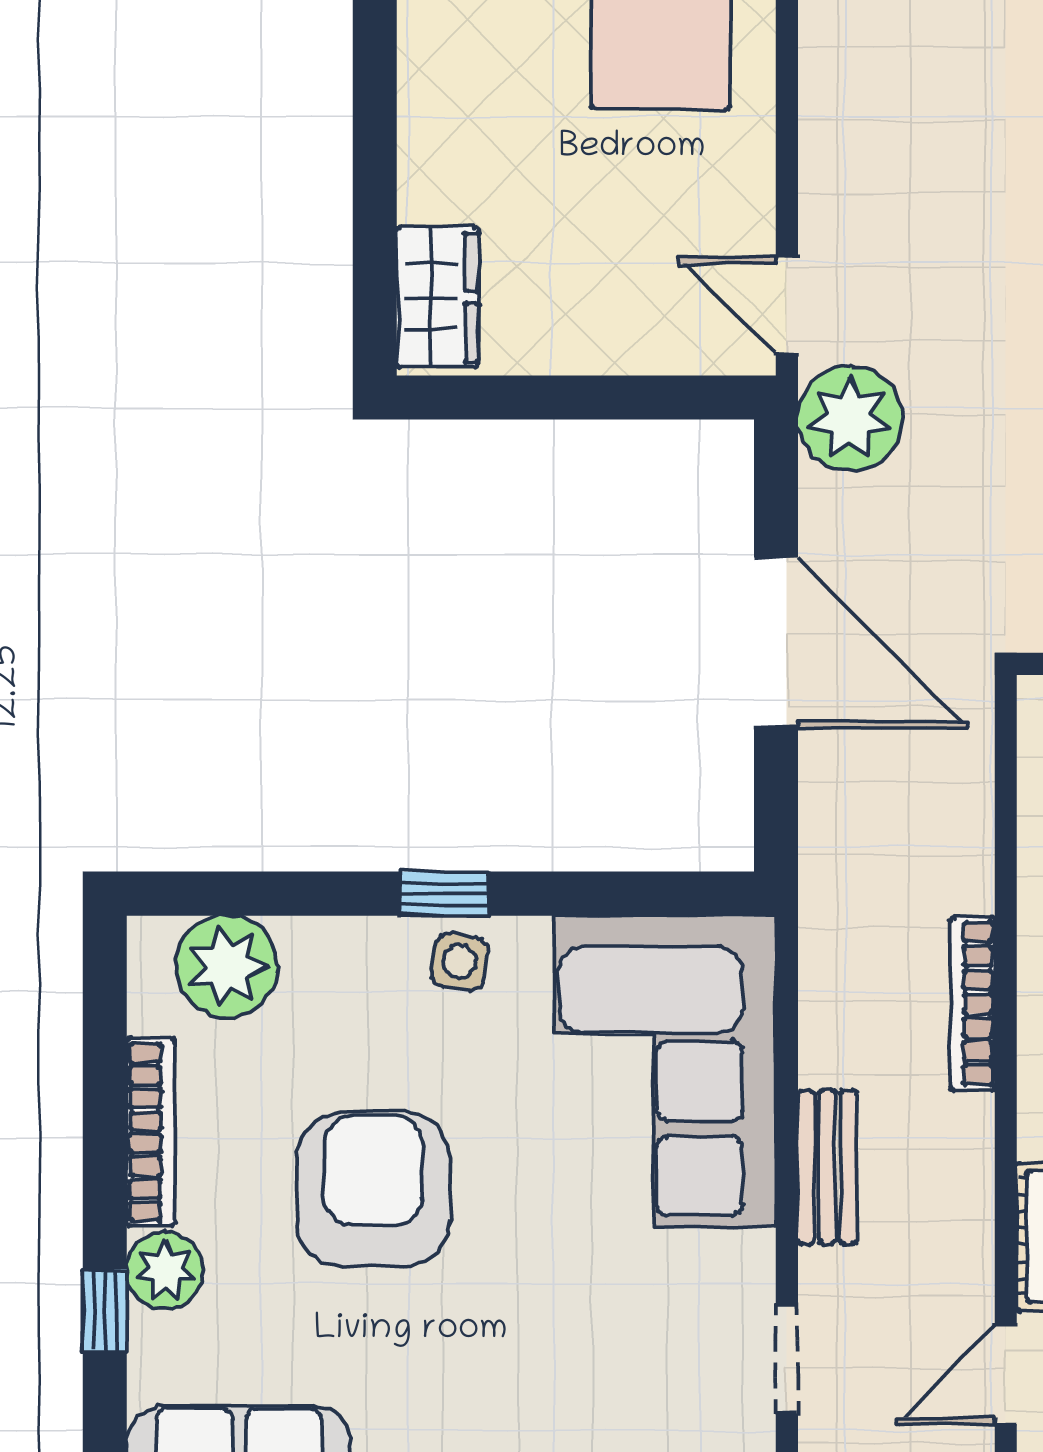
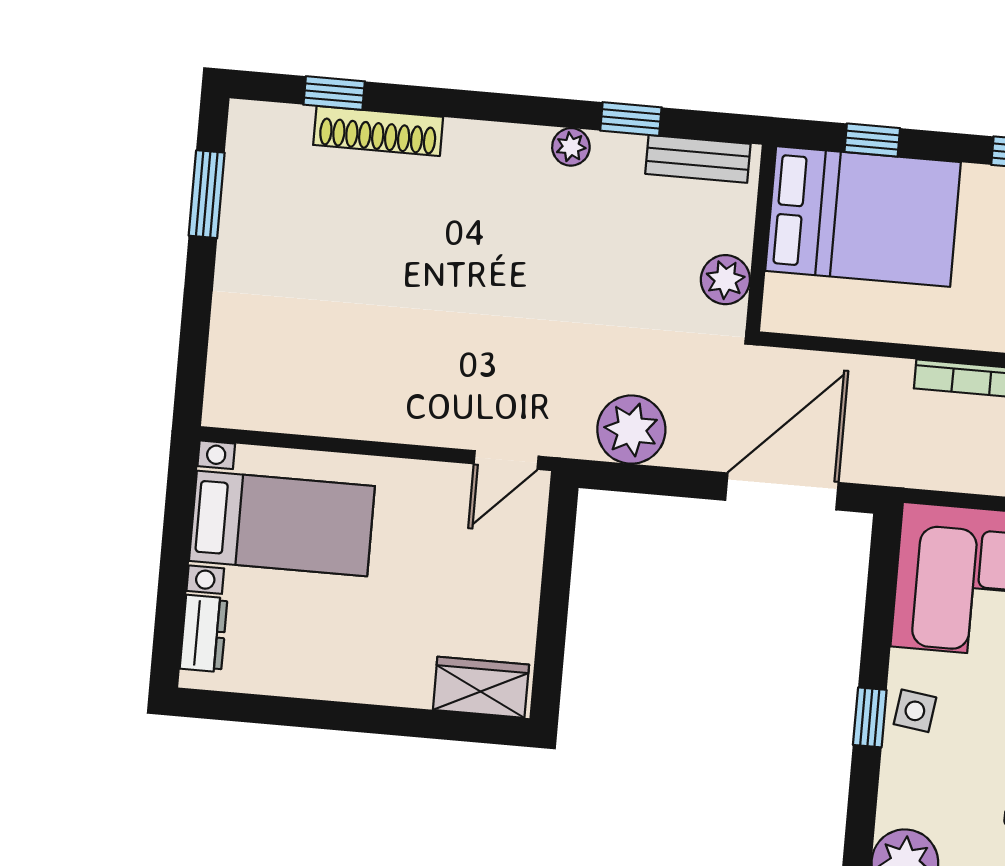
plant: (850, 418) -> (631, 430), moved
door: (776, 643) -> (782, 491), moved

